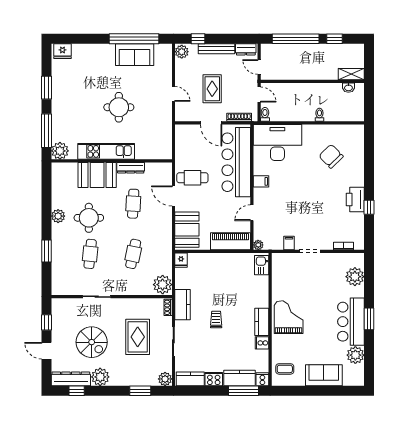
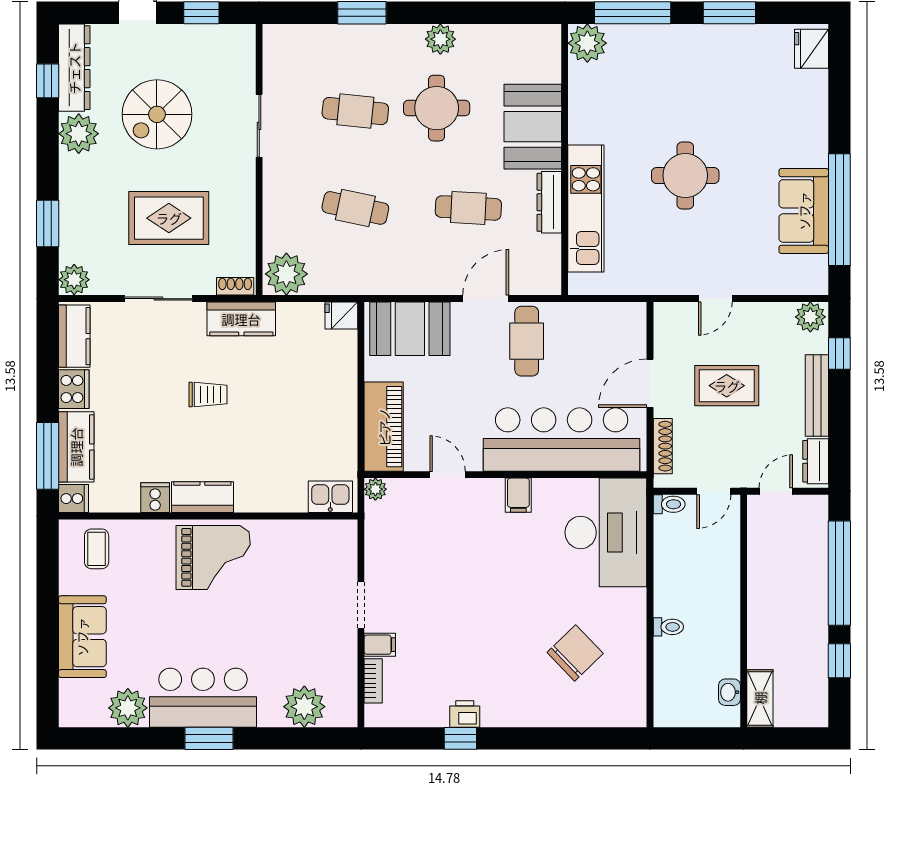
kitchen unit: (106, 151) -> (586, 209), moved
printer: (355, 200) -> (465, 714), width x0.53, depth x0.68
filing cabinet: (289, 243) -> (380, 645), moved

